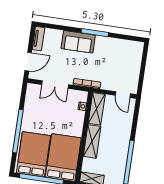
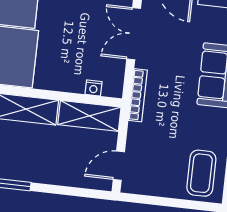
coffee table: (128, 52) -> (201, 173), added

